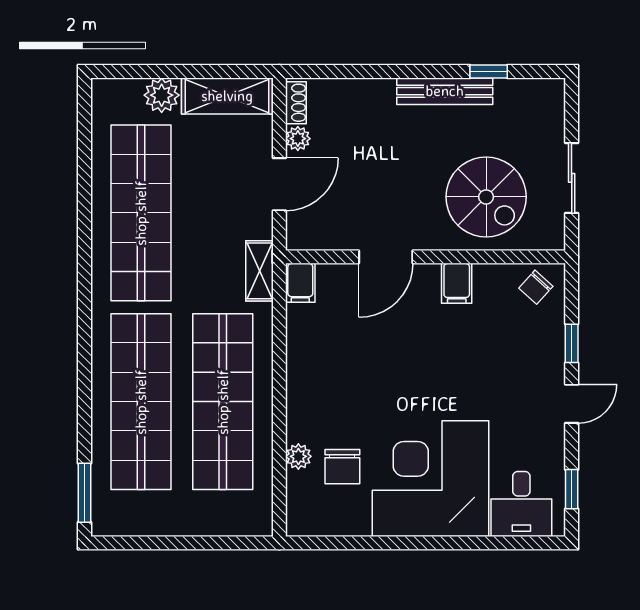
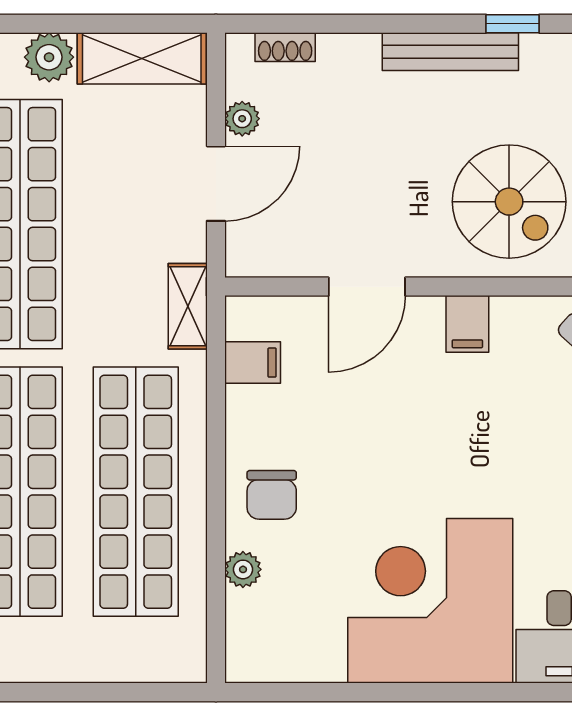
shoe rack: (296, 103) -> (285, 47), moved, turned 90
filing cabinet: (300, 283) -> (253, 363), moved, turned -90
chair: (342, 467) -> (272, 495), moved

